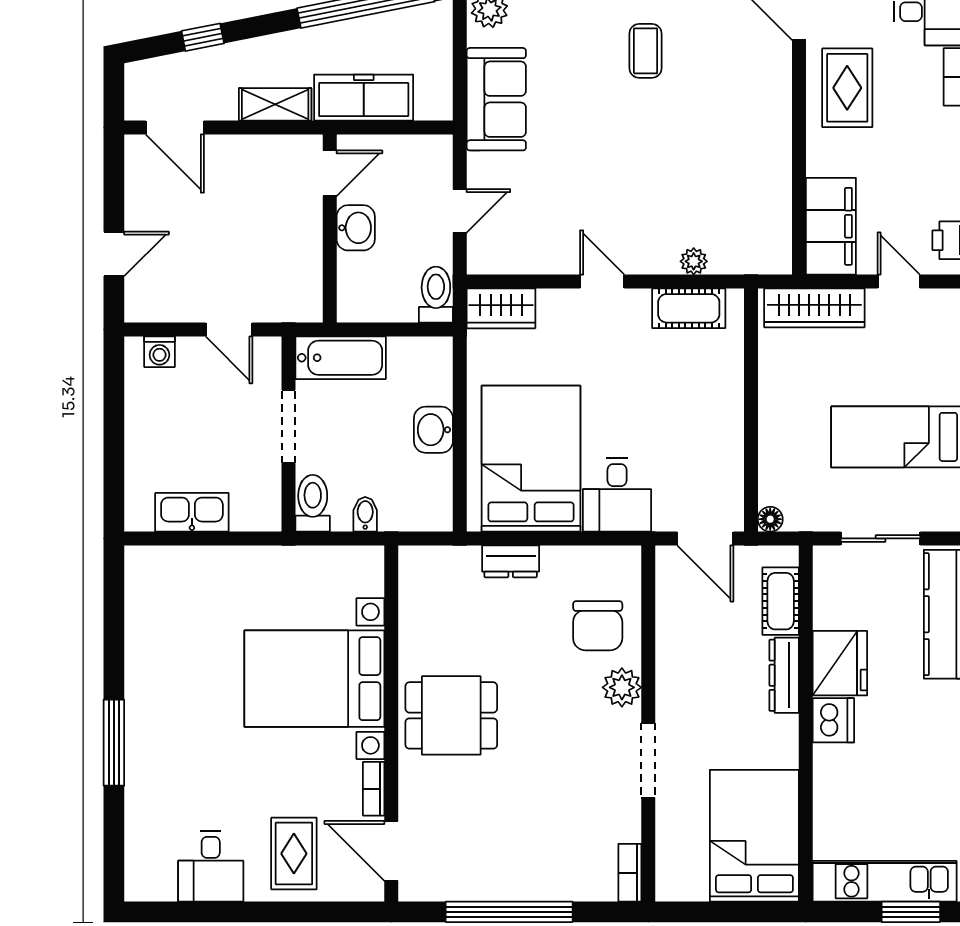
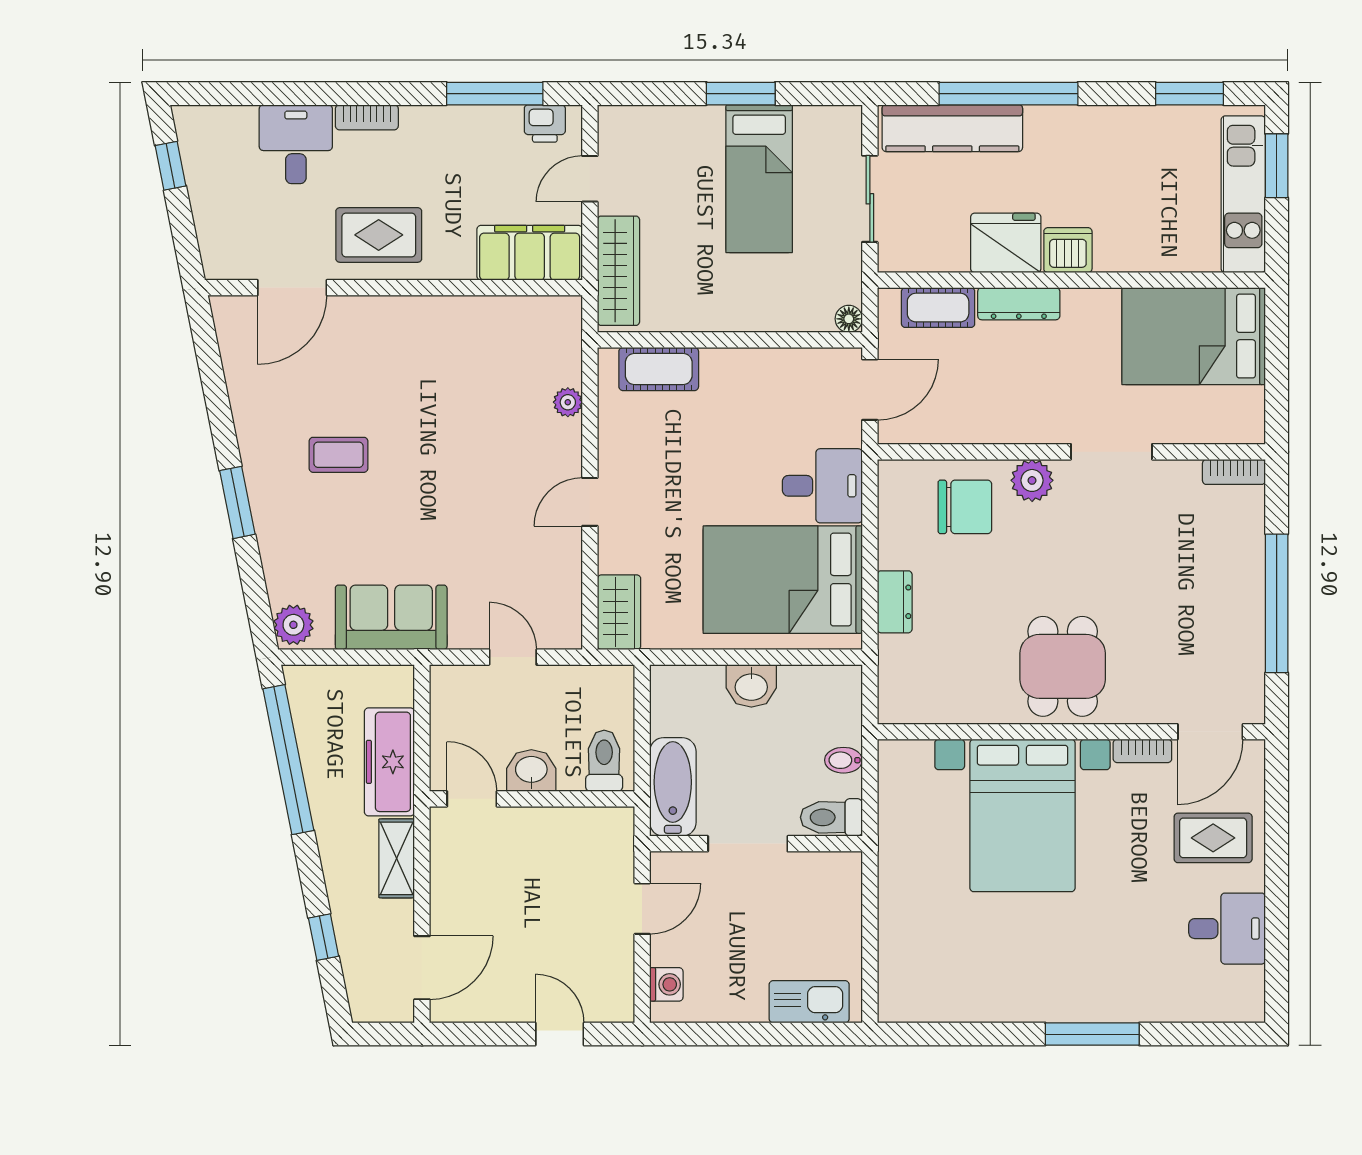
toilet: (436, 295) -> (604, 761), moved, turned 90
cot: (689, 308) -> (659, 369), moved, turned 90
kitchen sink: (192, 512) -> (809, 1002), moved, turned 90

